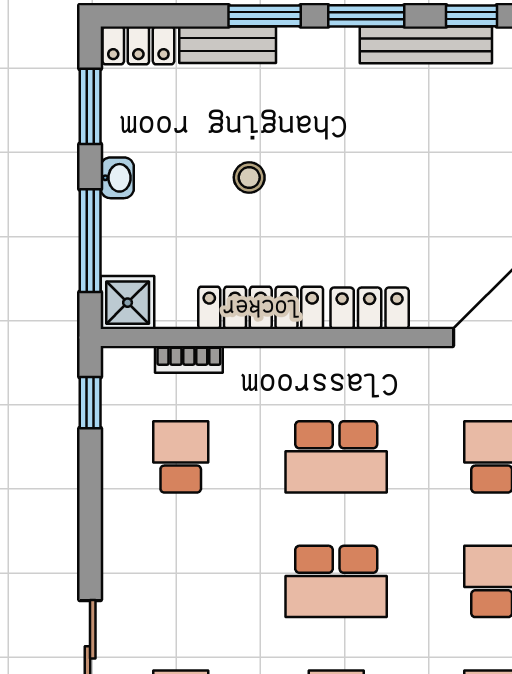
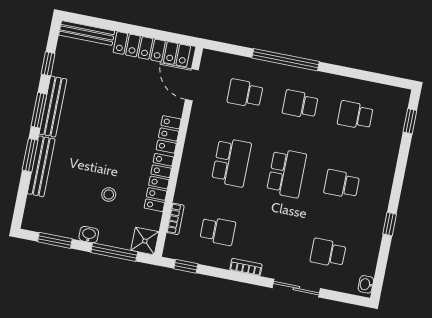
locker: (138, 45) -> (32, 214), removed
bench: (228, 45) -> (41, 166), width x1.36
bench: (426, 45) -> (53, 107), moved
stool: (249, 177) -> (109, 195), moved
school desk: (181, 457) -> (218, 231), turned 180
bookcase: (114, 534) -> (246, 267), added

